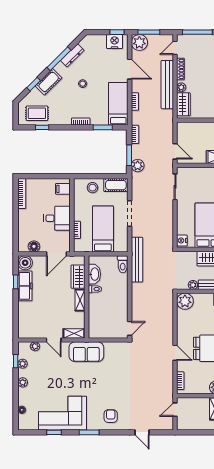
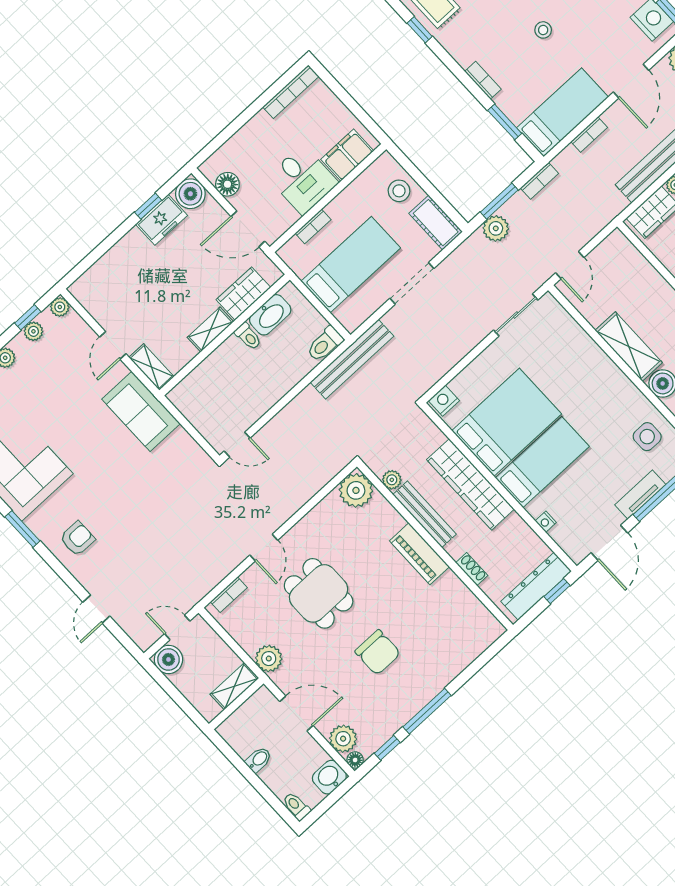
filing cabinet: (63, 189) -> (347, 155), width x2.00
freezer: (25, 286) -> (162, 220), width x0.71
plant: (35, 346) -> (60, 307), moved
boiler: (184, 423) -> (168, 659), added

